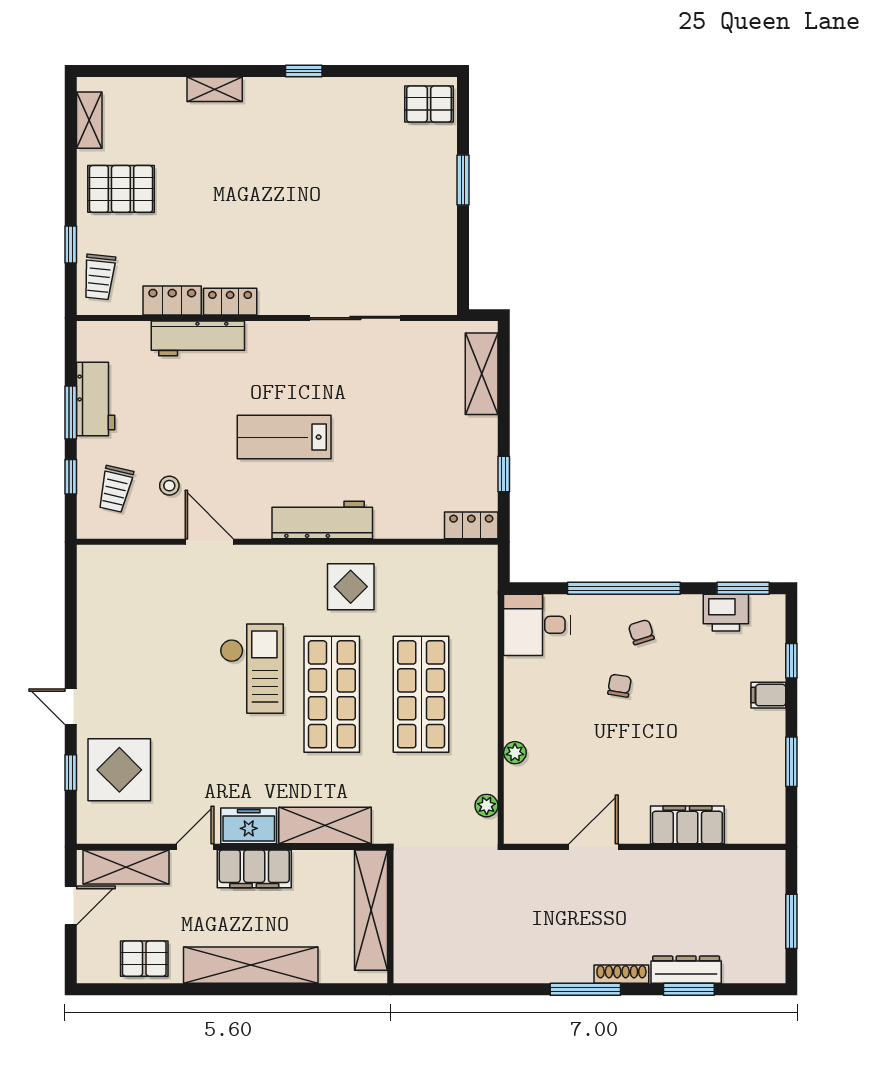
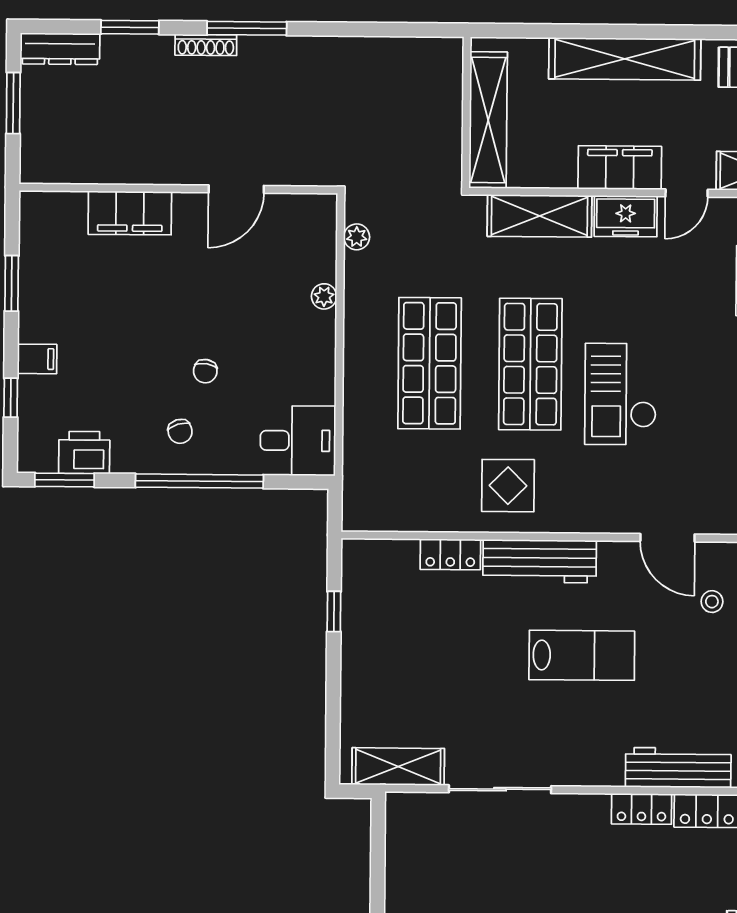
shelving: (482, 374) -> (398, 767), moved, turned 90
locker: (471, 525) -> (450, 554), moved
dresser: (686, 970) -> (60, 49), moved

